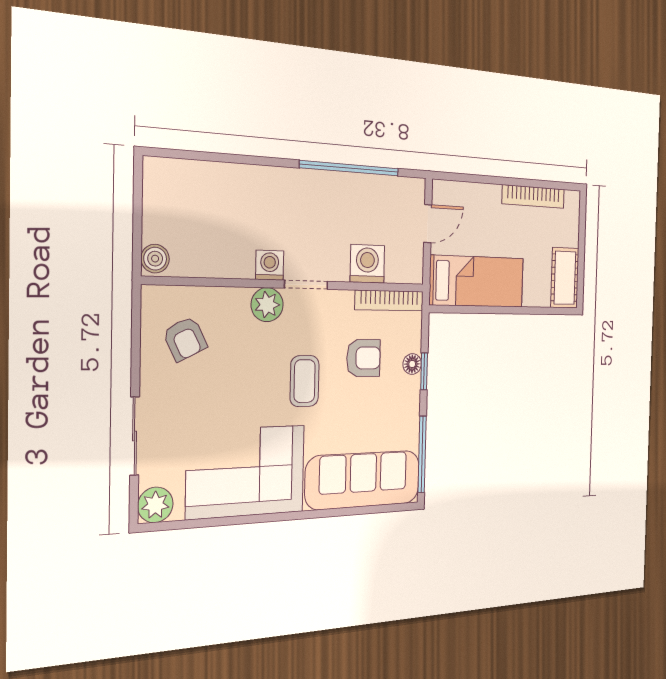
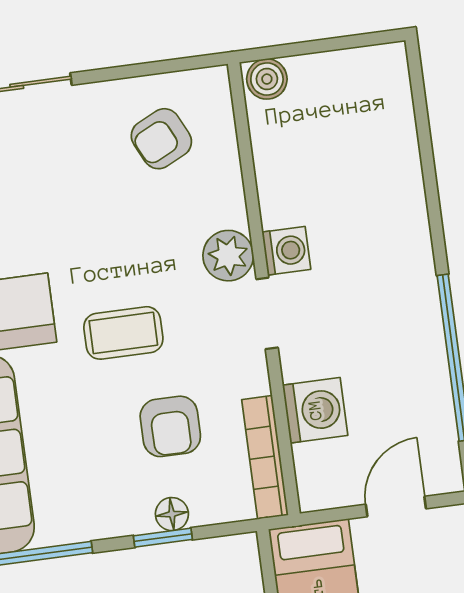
door: (428, 224) -> (396, 507), swing flipped

